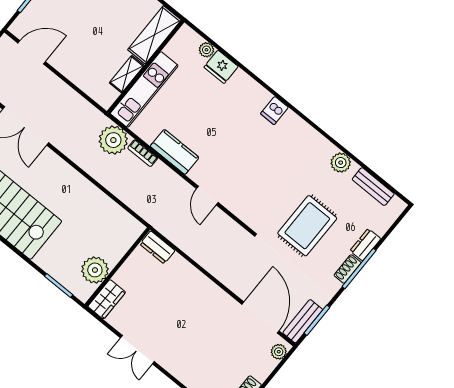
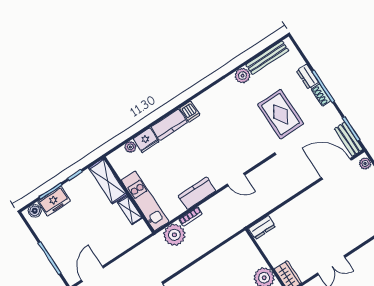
kitchen counter: (250, 90) -> (169, 125), added
bench: (373, 187) -> (267, 58), width x1.36

